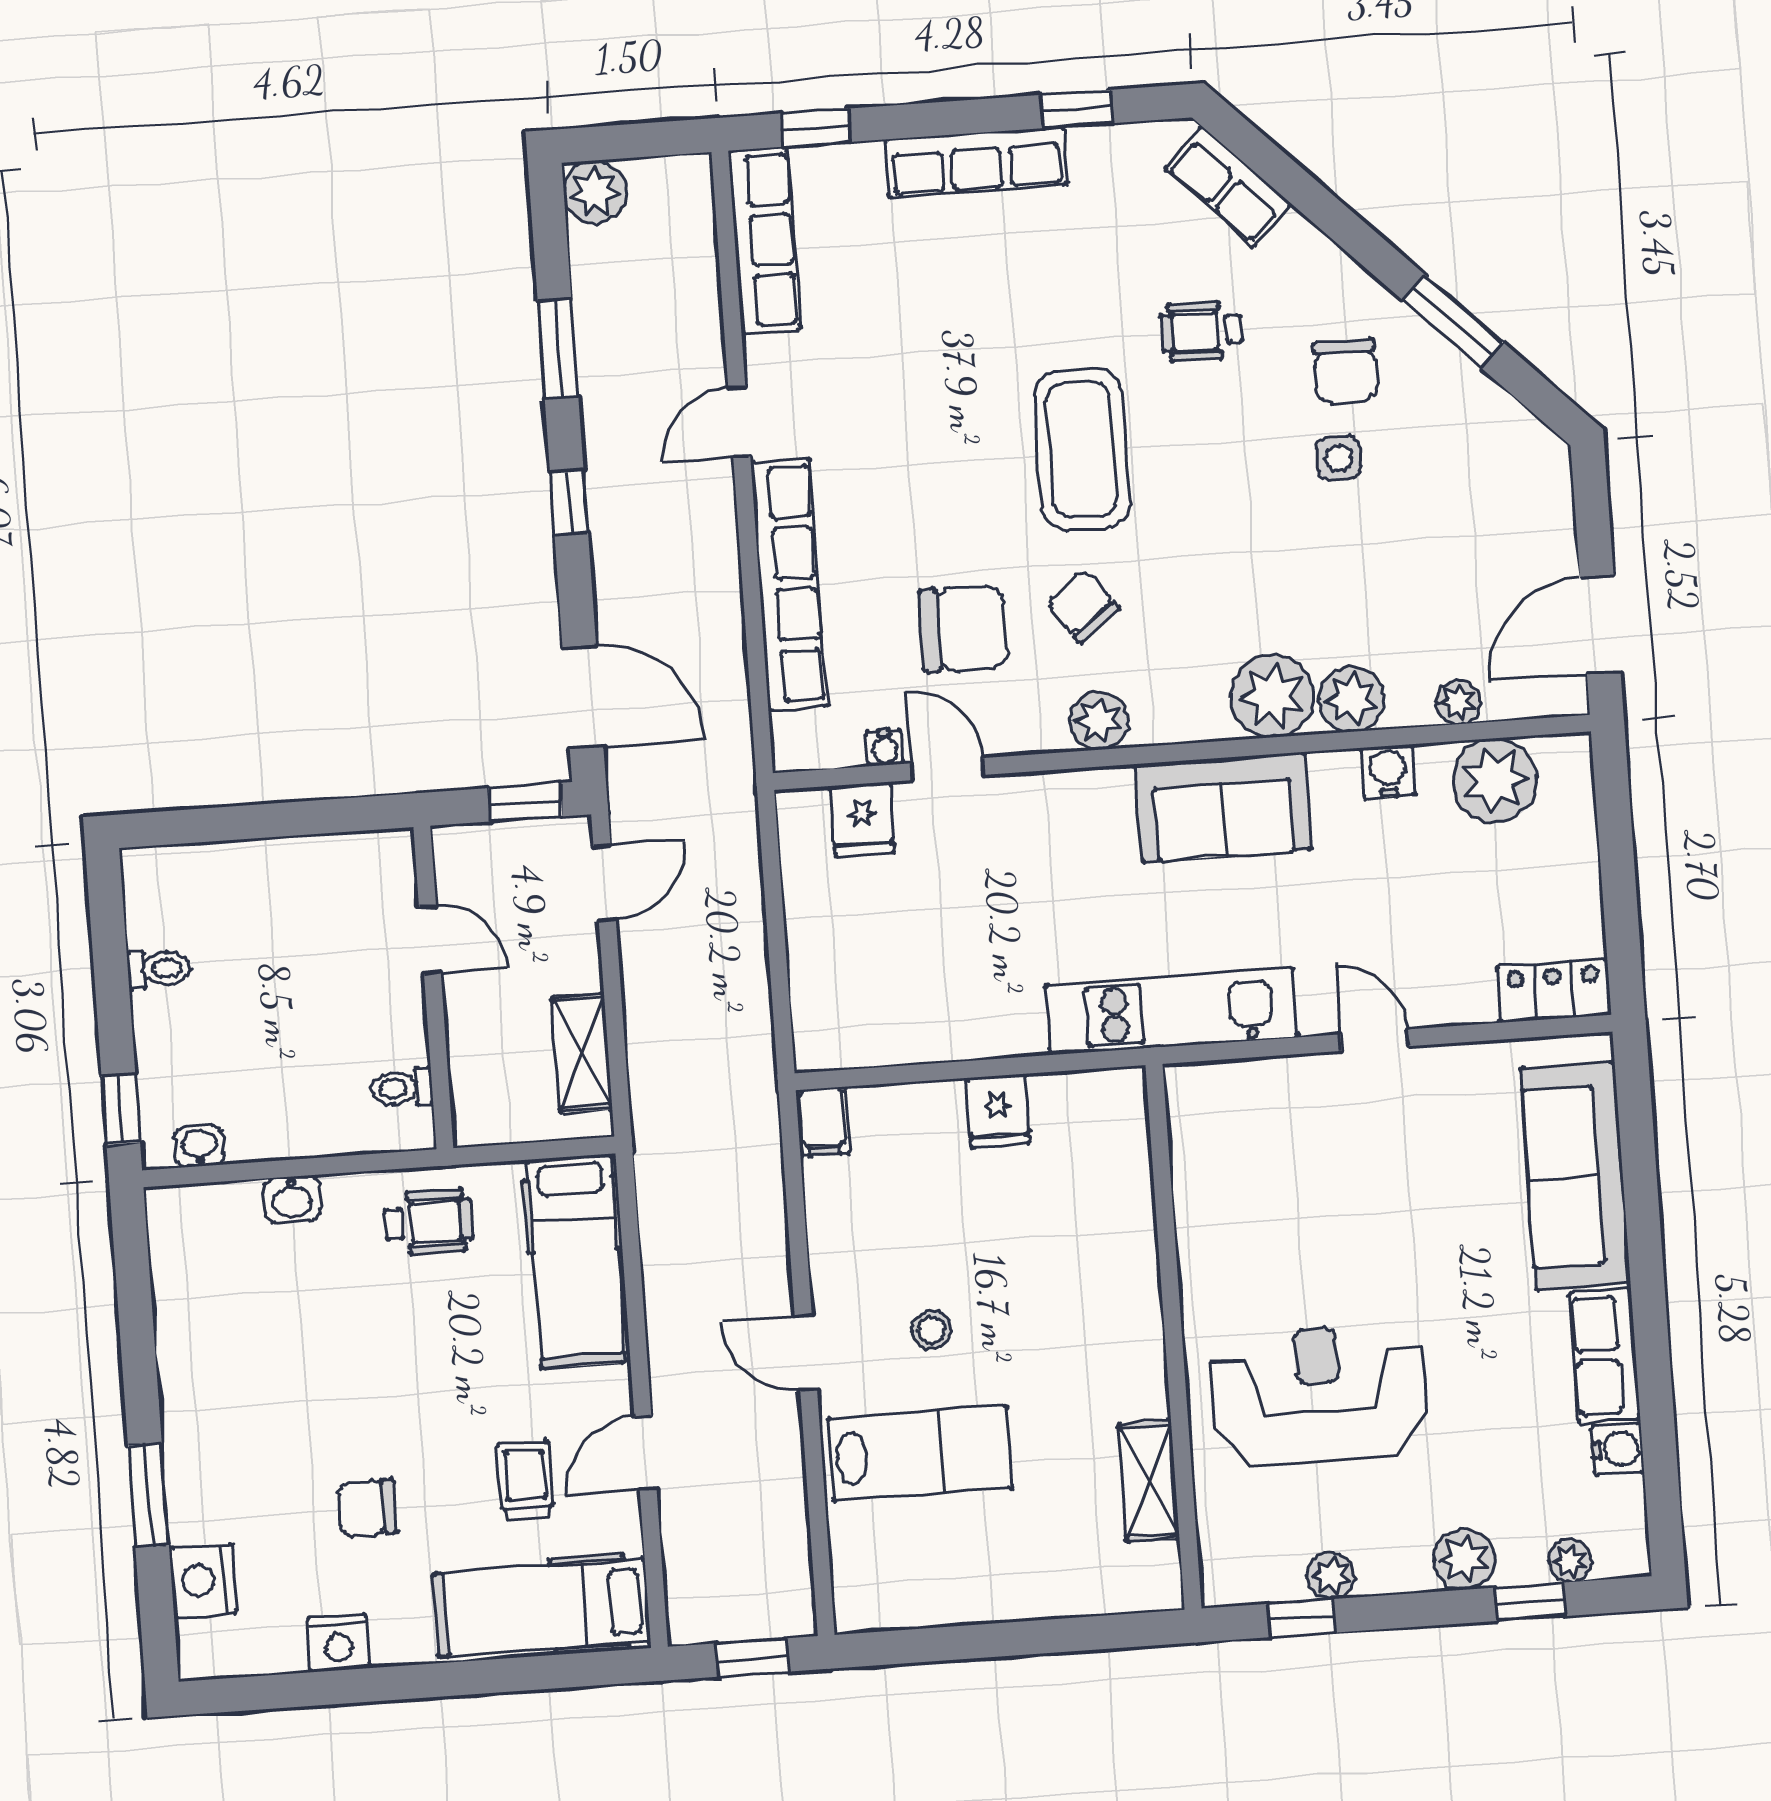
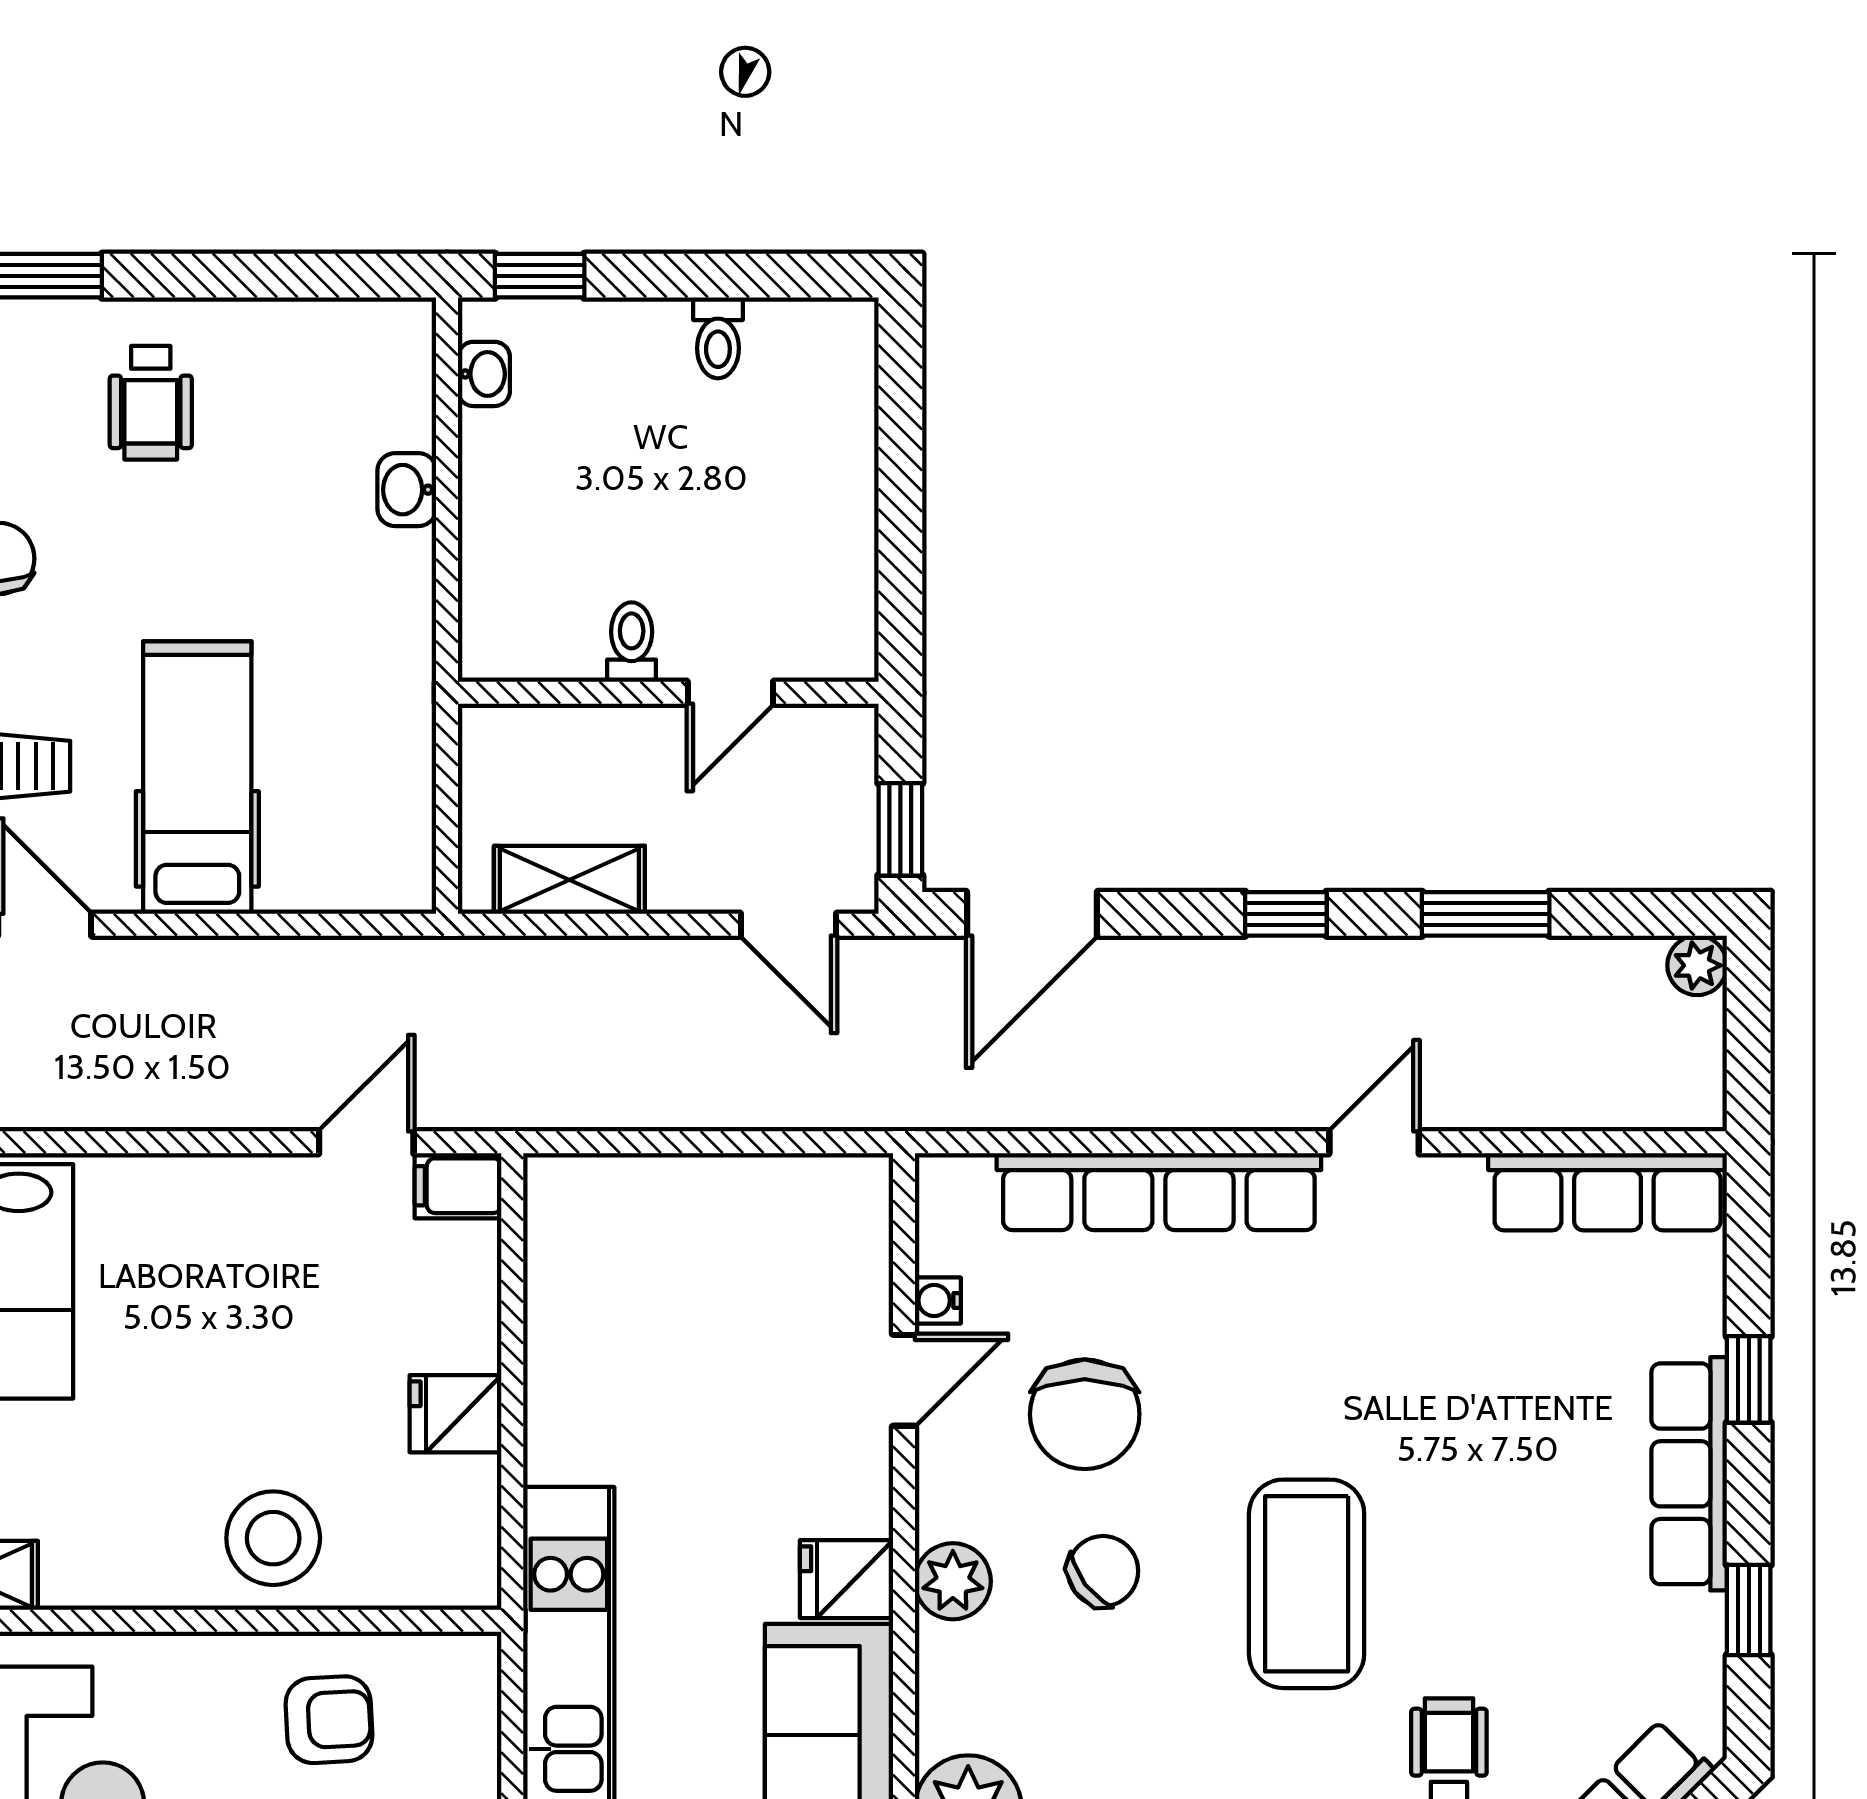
window: (816, 128) -> (1749, 1379), moved
plant: (595, 192) -> (1697, 965), width x0.73, depth x0.73
door: (739, 422) -> (1374, 1142), hinge flipped
coffee table: (1081, 449) -> (1307, 1584), turned 90
fridge: (862, 819) -> (847, 1579), moved
toilet: (402, 1088) -> (632, 642), moved
armchair: (1239, 1191) -> (329, 1720), added
wheelchair: (429, 1222) -> (151, 403), moved
hospital bed: (576, 1261) -> (197, 778), moved, turned 90
stool: (931, 1330) -> (273, 1538), moved, width x1.89, depth x1.89
door: (806, 1353) -> (366, 1142), moved

